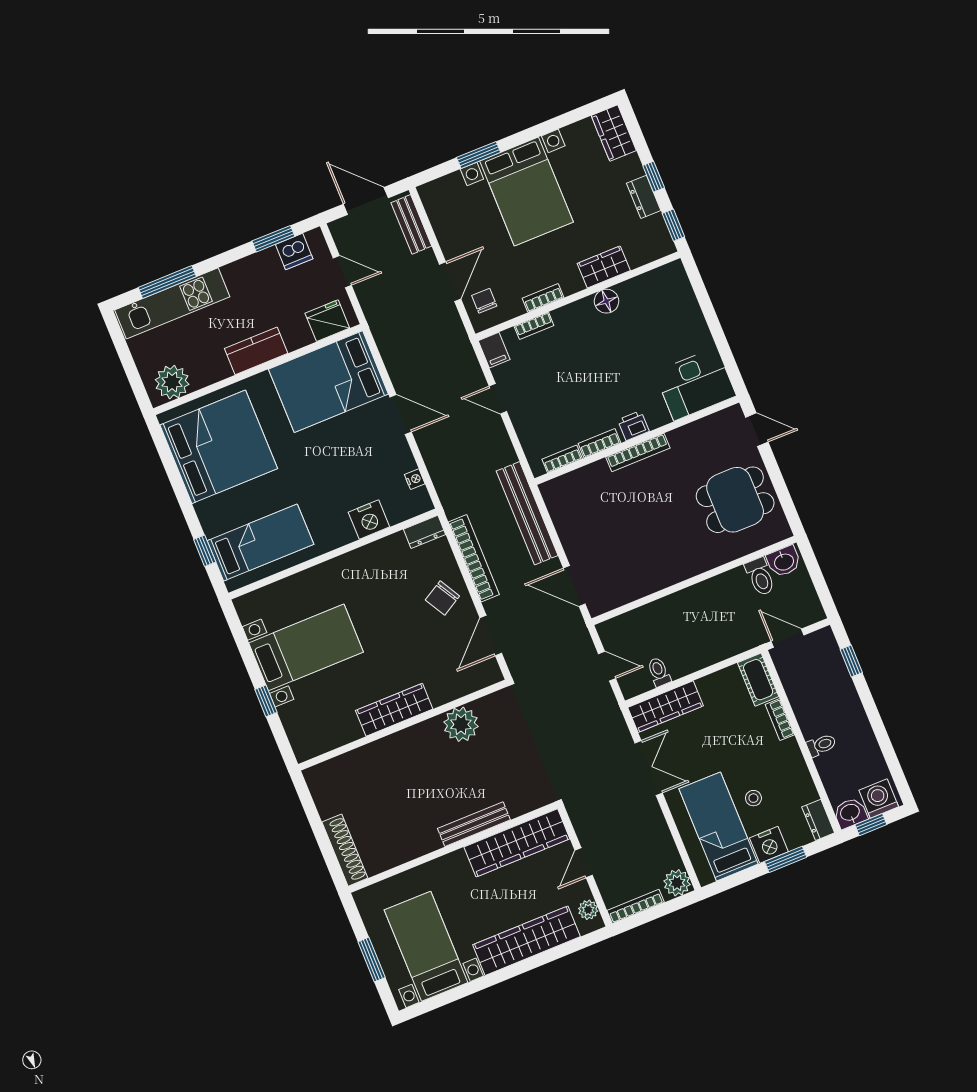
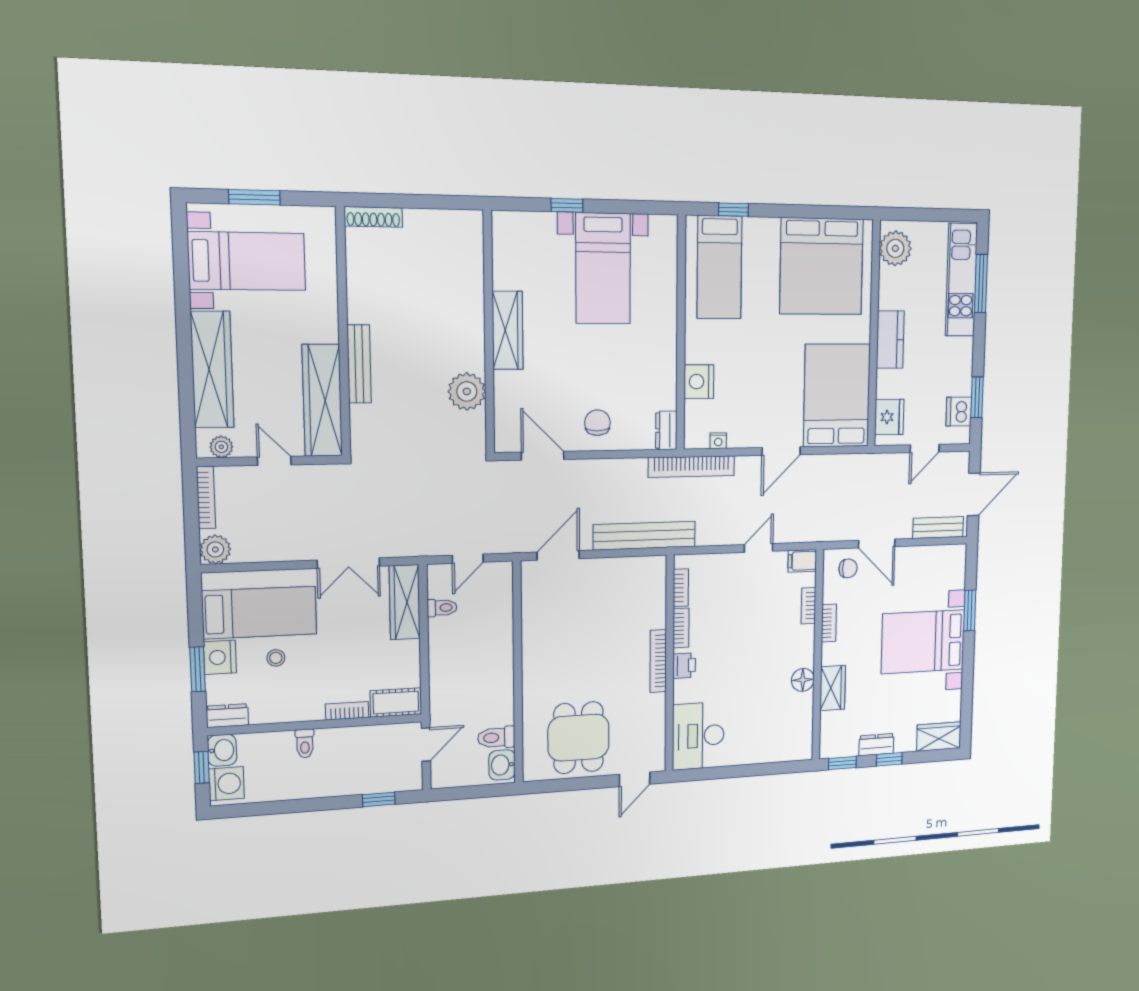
bookcase: (474, 558) -> (691, 467), moved
chair: (442, 598) -> (597, 423), turned 30
shoe rack: (345, 850) -> (373, 217), width x0.74, depth x0.81

